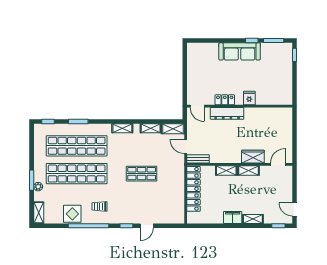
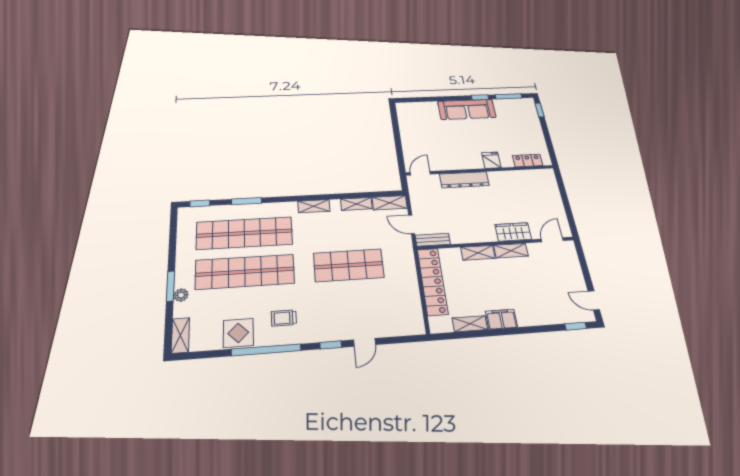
locker: (225, 100) -> (528, 160), moved
door: (197, 106) -> (420, 173), swing flipped
shop shelf: (142, 174) -> (349, 265), width x1.43, depth x1.36
shelving: (253, 219) -> (470, 324), moved

